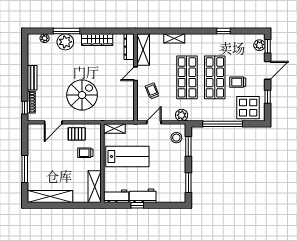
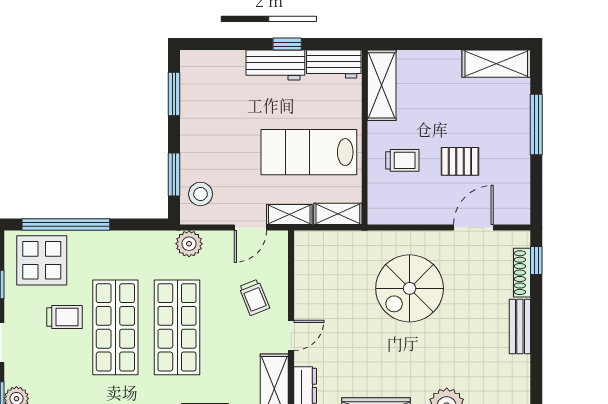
window: (223, 124) -> (66, 224), moved
shelving: (136, 128) -> (289, 214), added
pallet: (77, 134) -> (460, 161), moved
shelving: (50, 196) -> (496, 64), width x0.68

